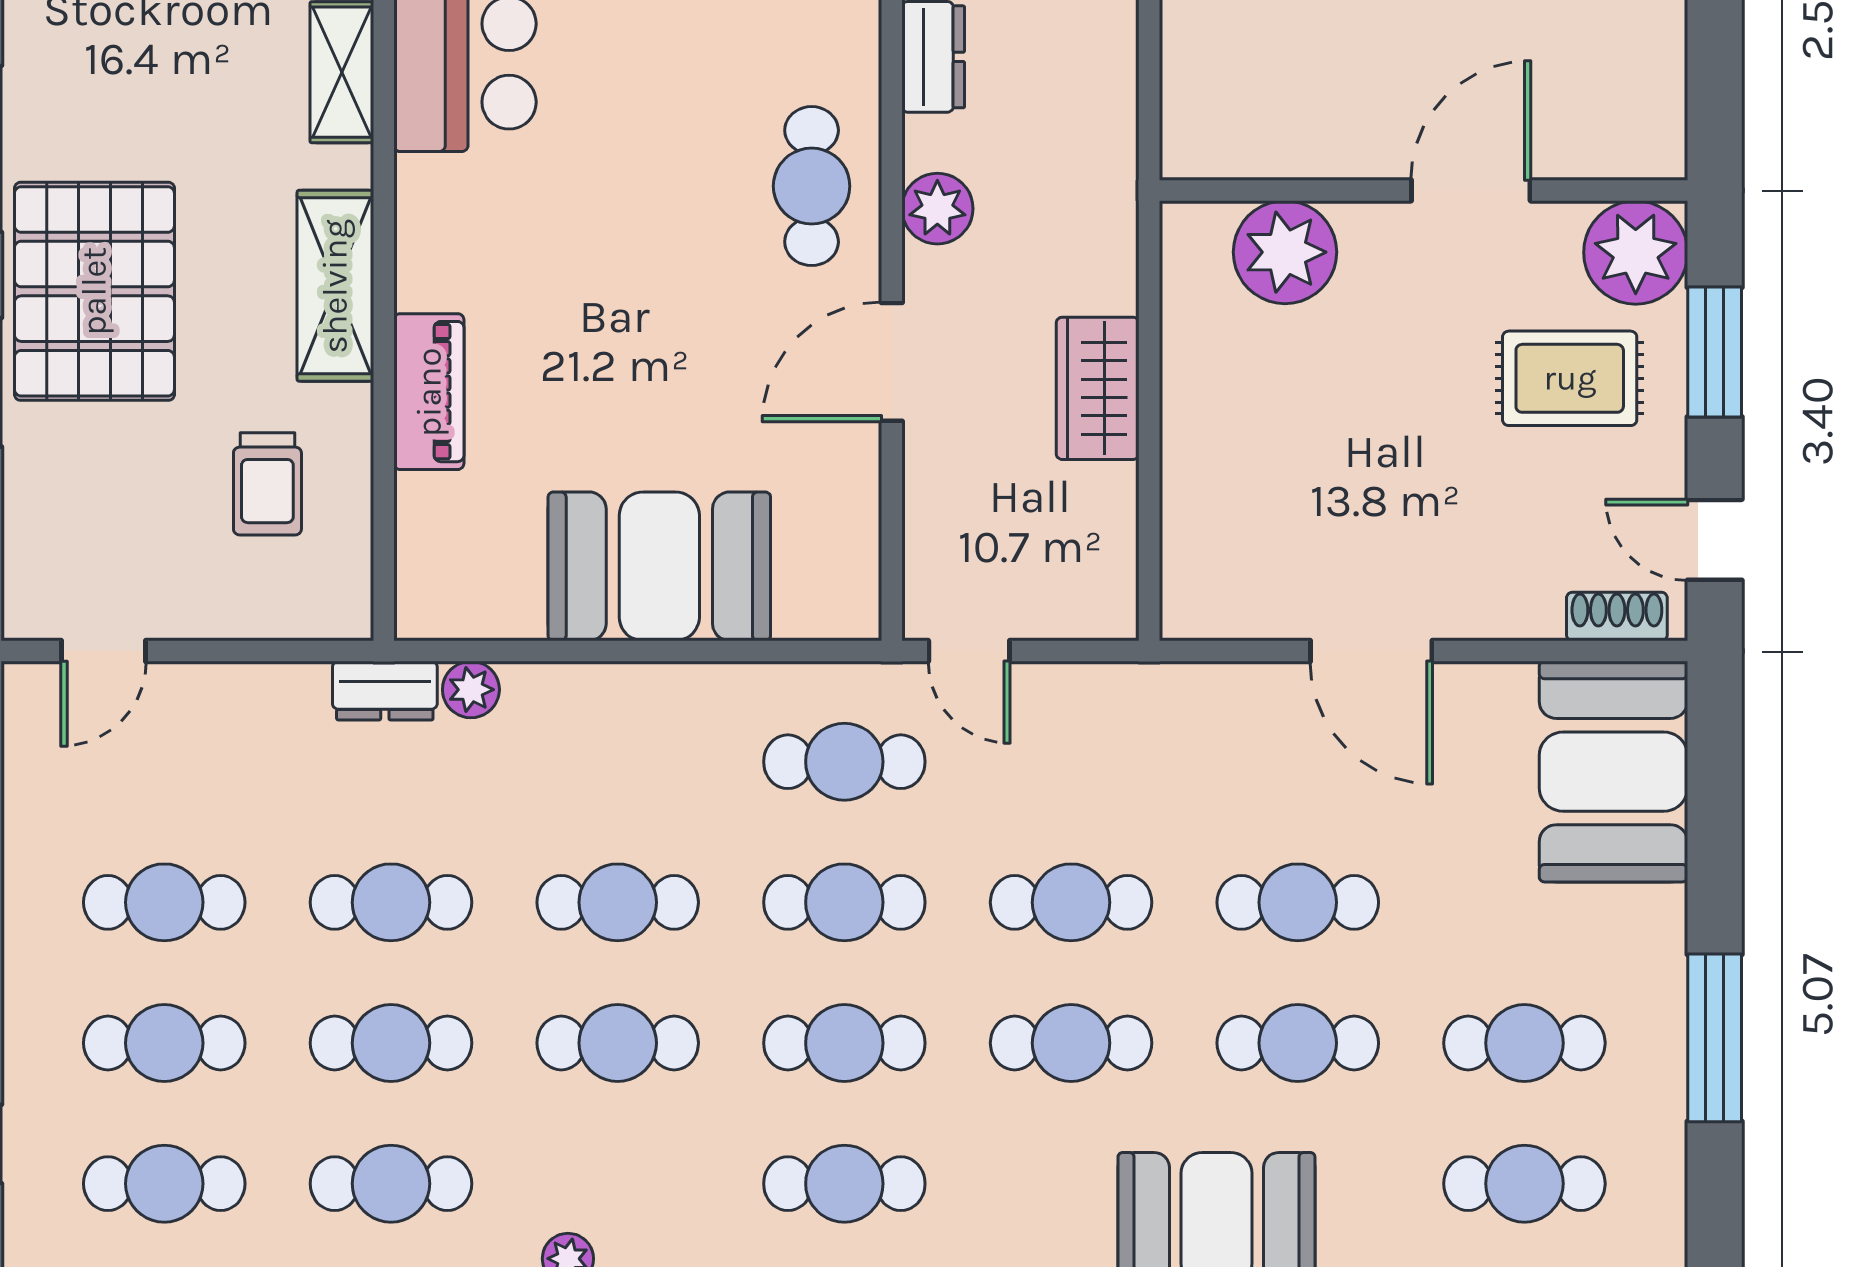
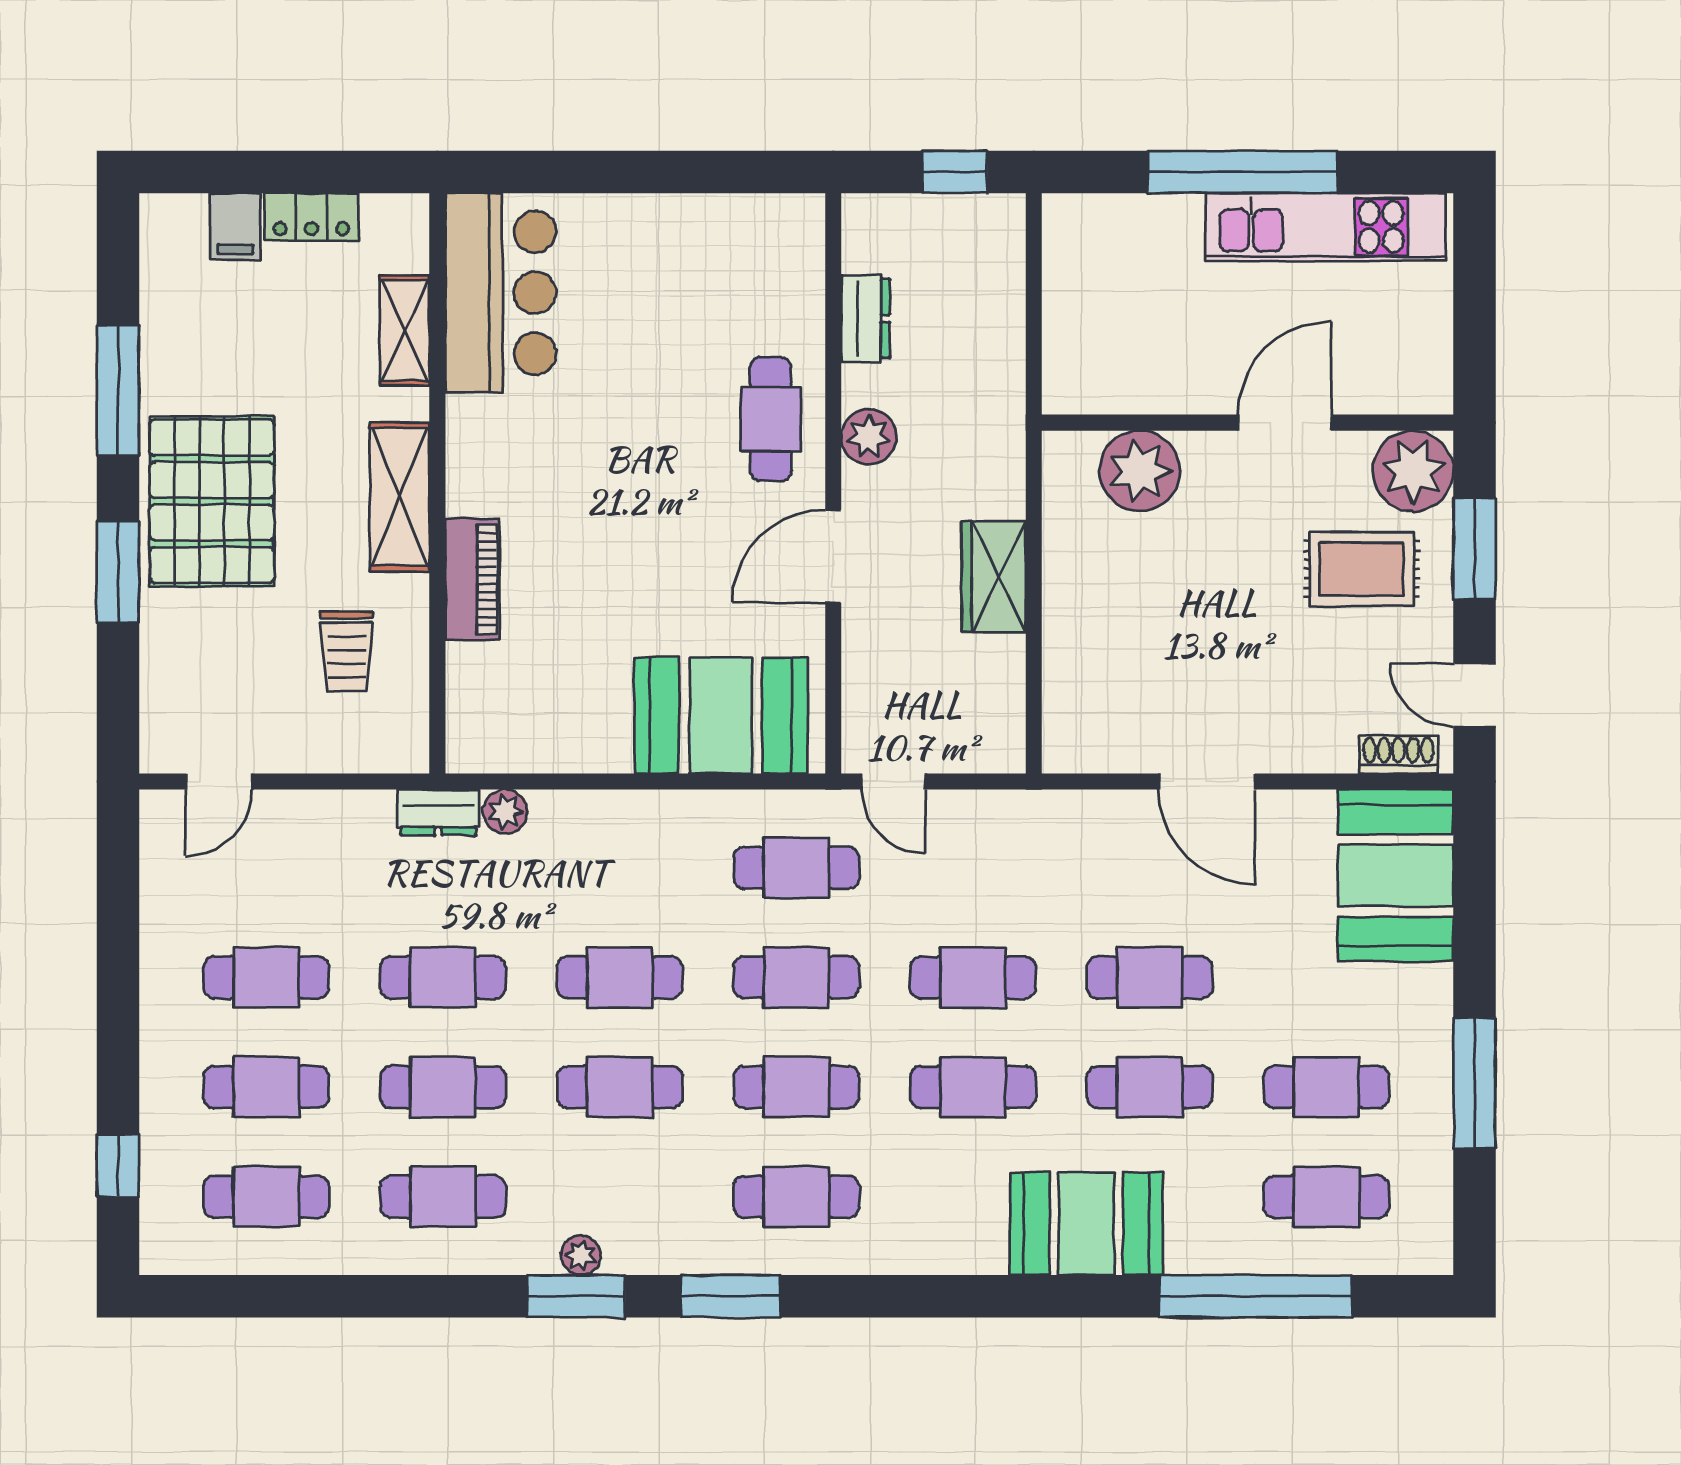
booth: (659, 566) -> (721, 716), moved

